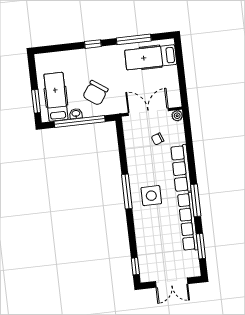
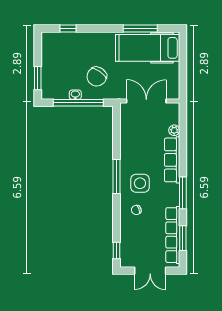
window: (93, 44) -> (68, 28), moved
hospital bed: (151, 57) -> (148, 48), width x1.37, depth x1.29
hospital bed: (56, 97) -> (58, 76), removed
plant: (177, 116) -> (174, 130), moved
chair: (158, 139) -> (136, 210), moved
row of seats: (188, 222) -> (173, 235), moved

